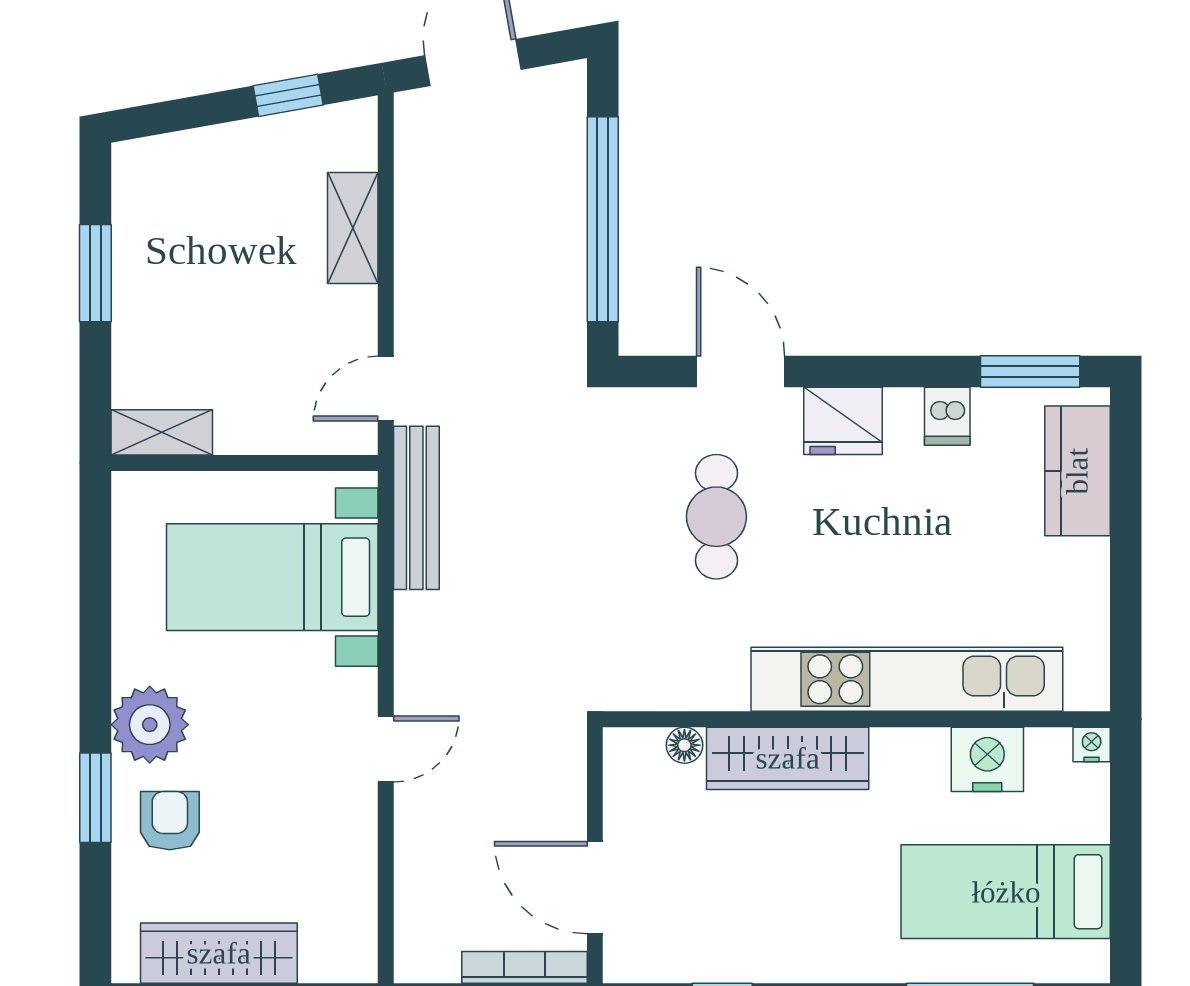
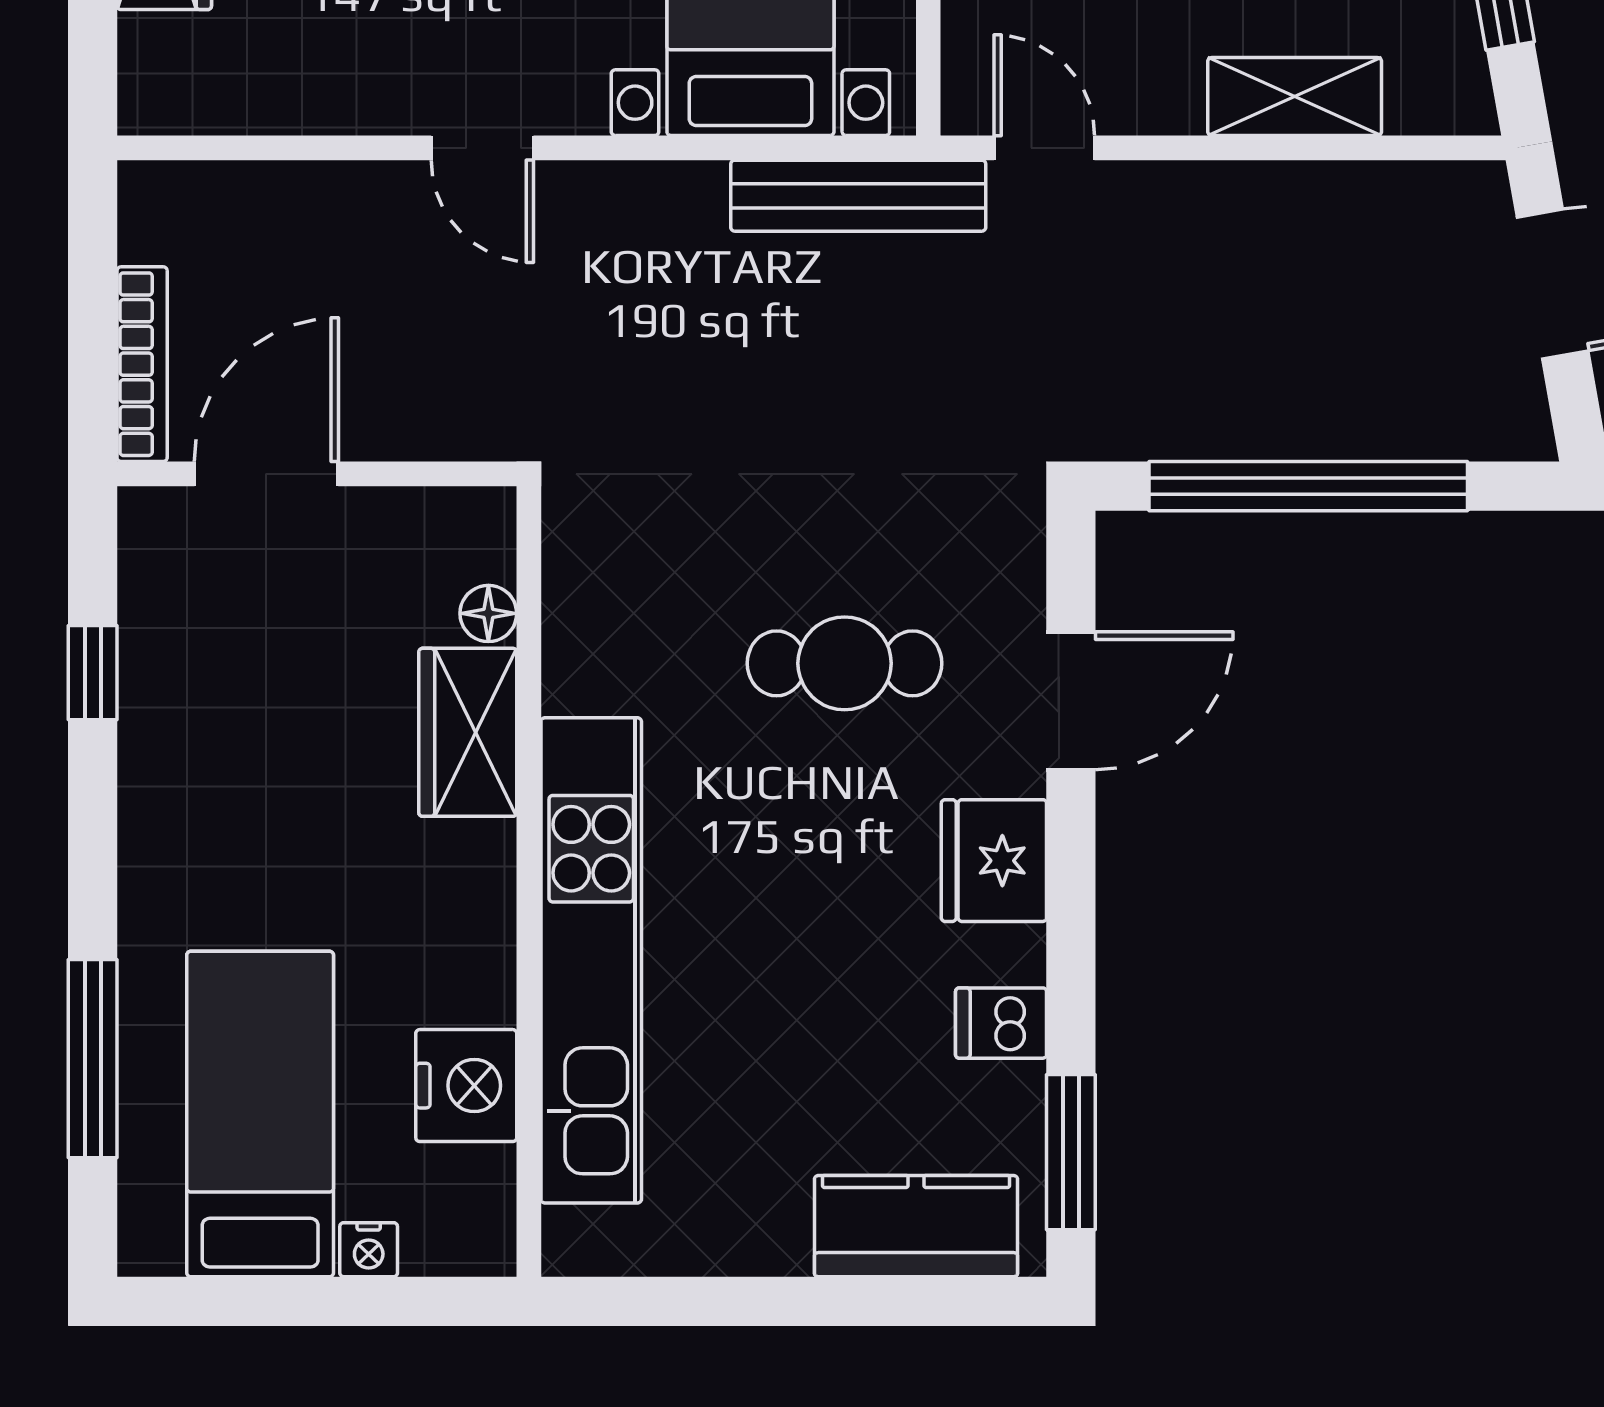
nightstand: (1092, 745) -> (369, 1250), moved, turned 90
wardrobe: (788, 758) -> (468, 732), width x0.67

